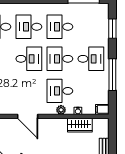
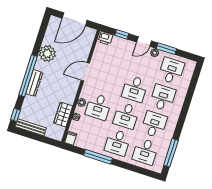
desk: (91, 27) -> (145, 151), added
window: (112, 29) -> (138, 170), removed
desk: (60, 59) -> (126, 116), turned 180
desk: (60, 91) -> (98, 107), turned 180

